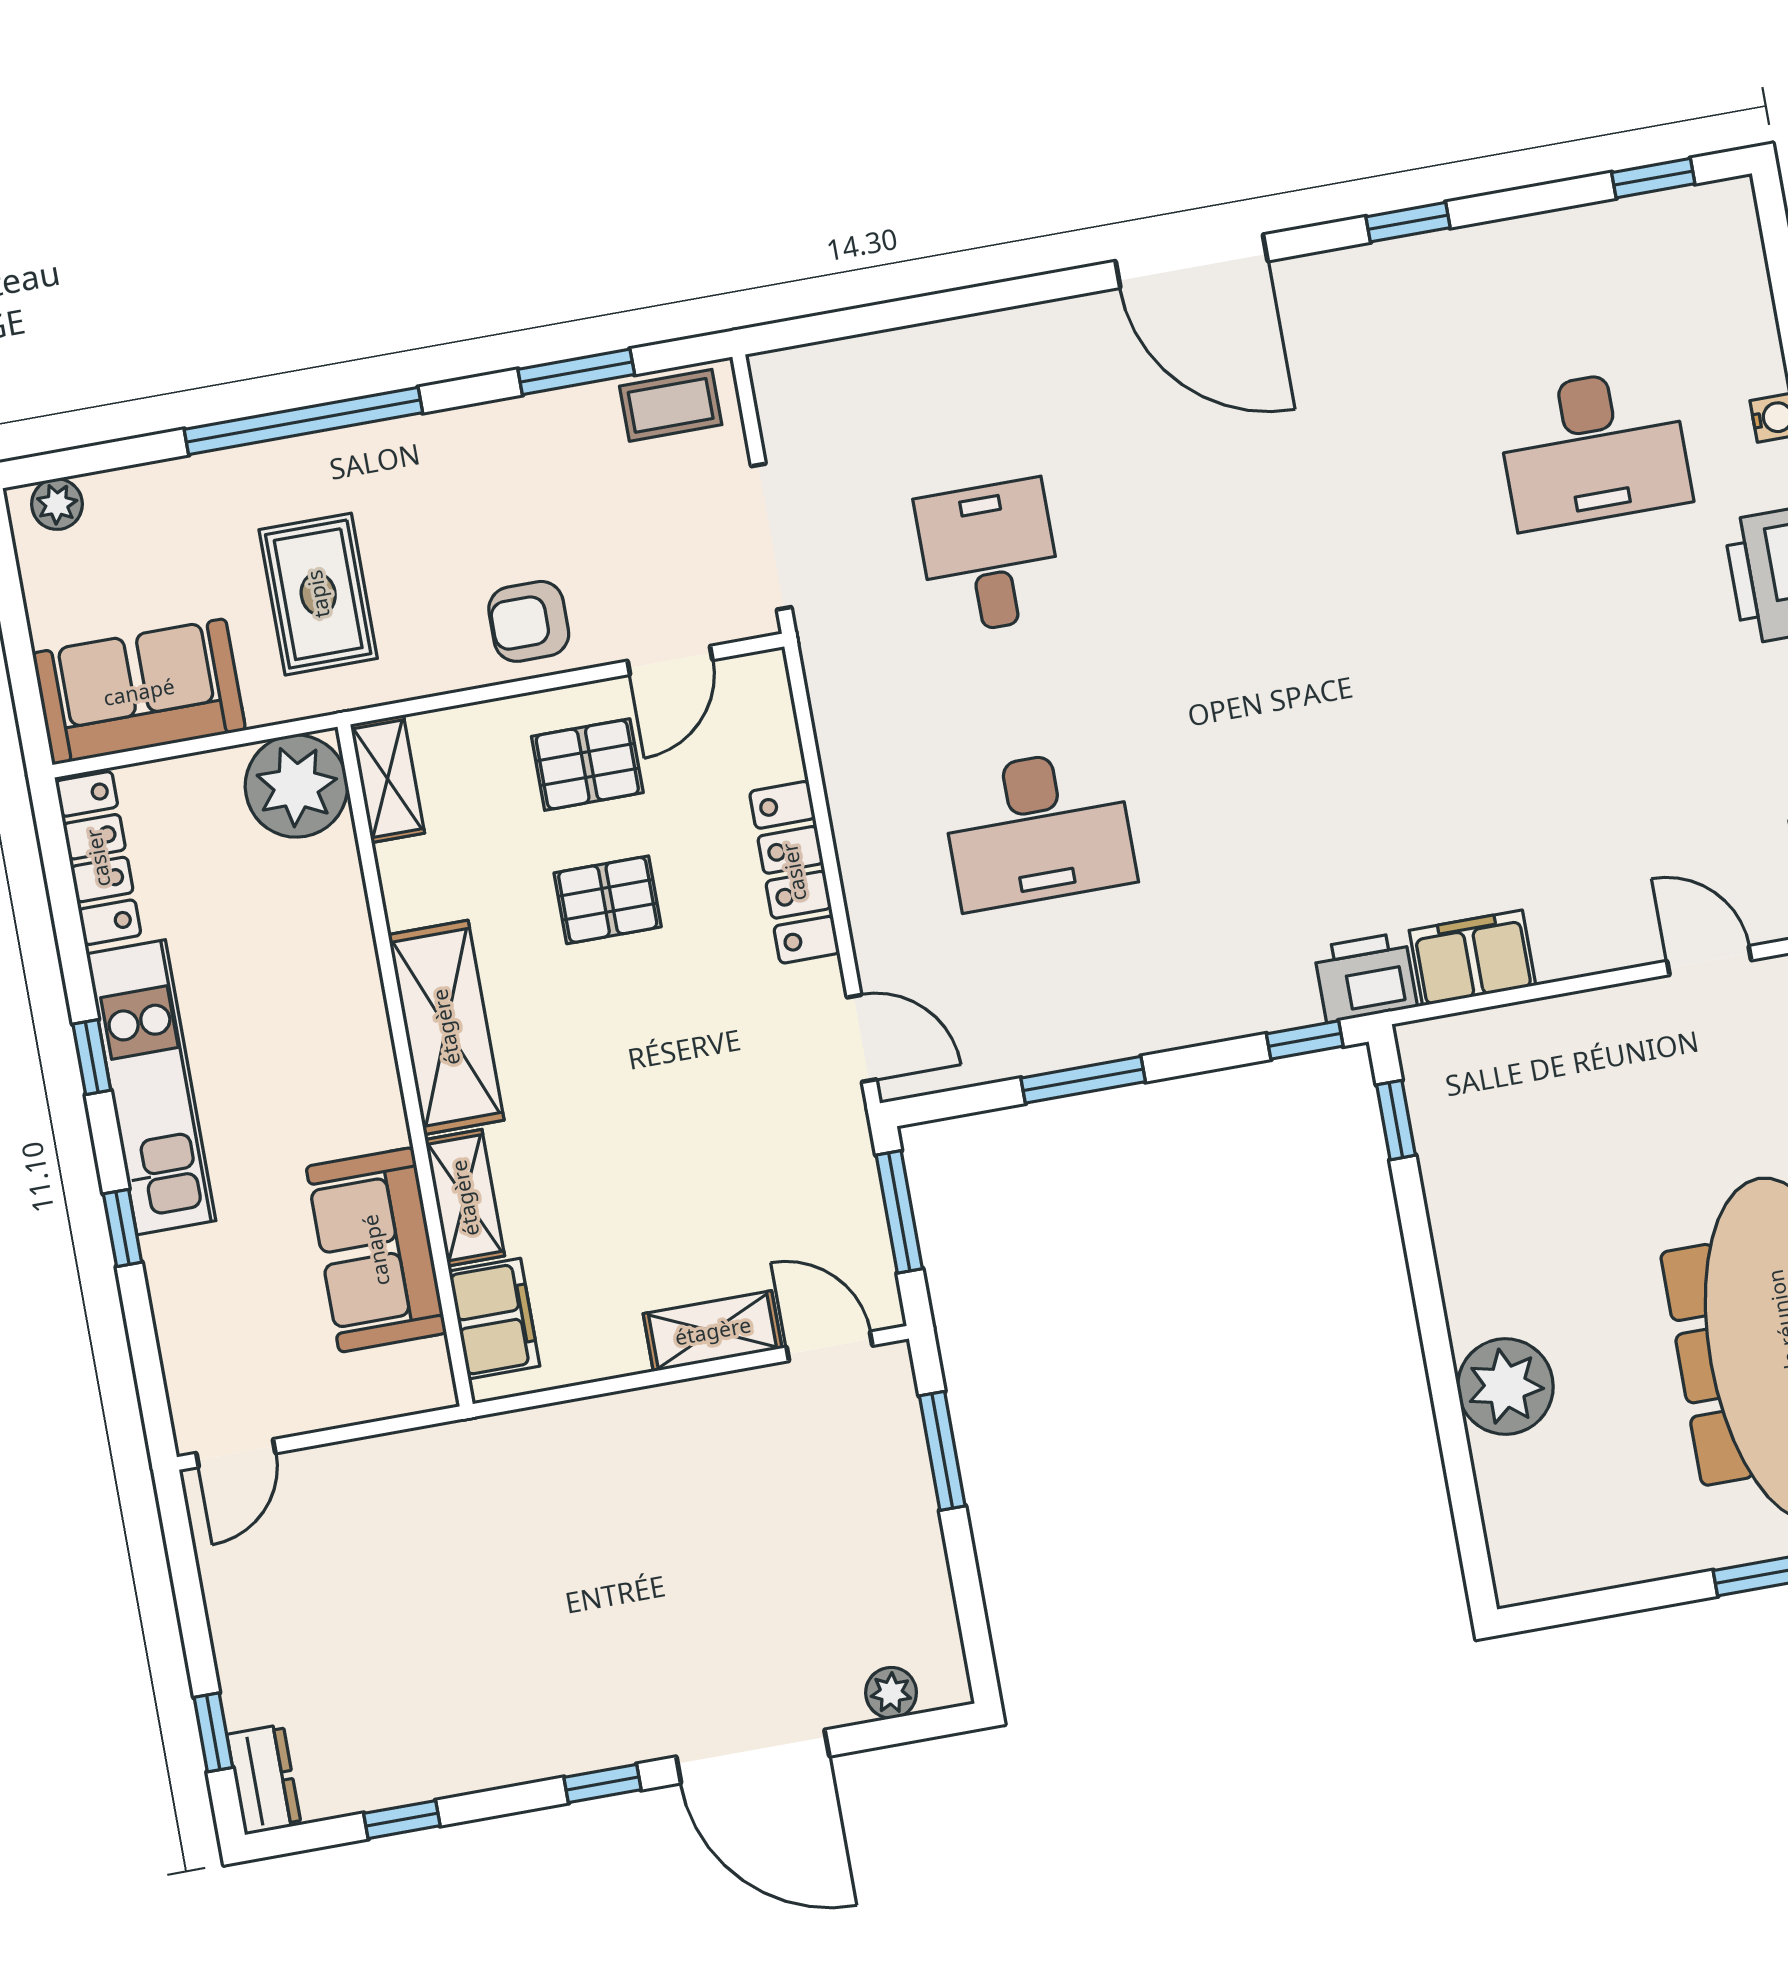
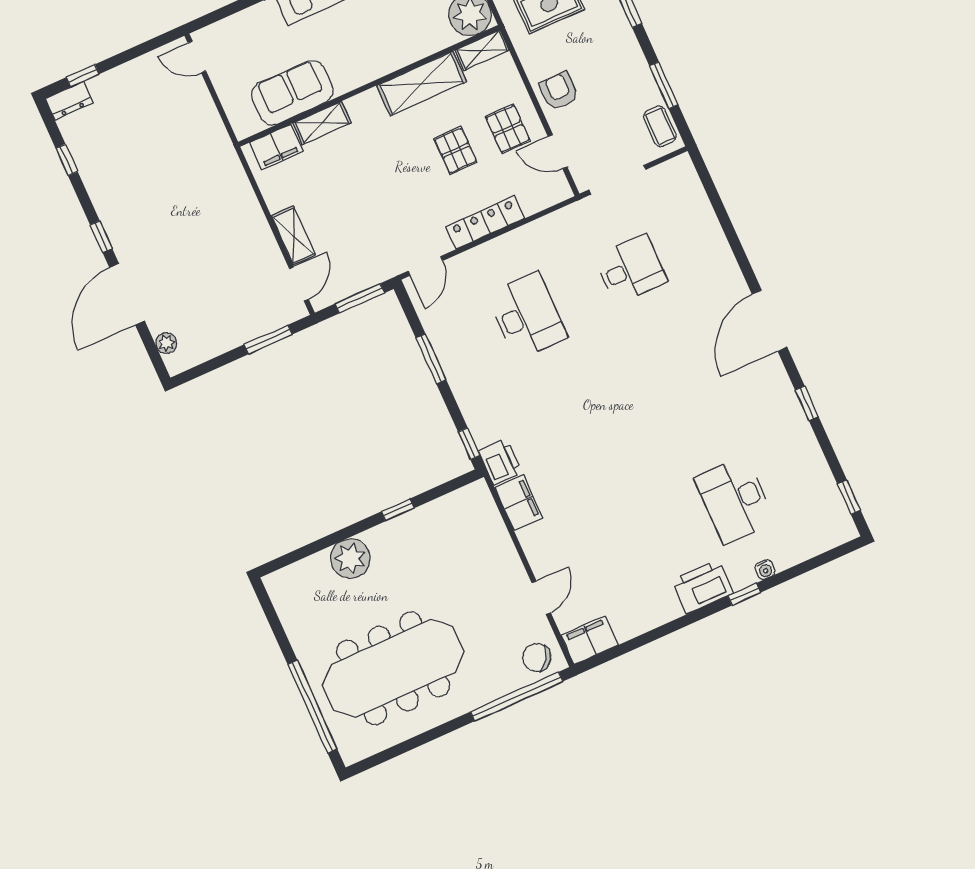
desk: (1038, 829) -> (527, 316), turned 180
shelving: (446, 1027) -> (422, 84), moved
window: (1396, 1120) -> (398, 510), moved

